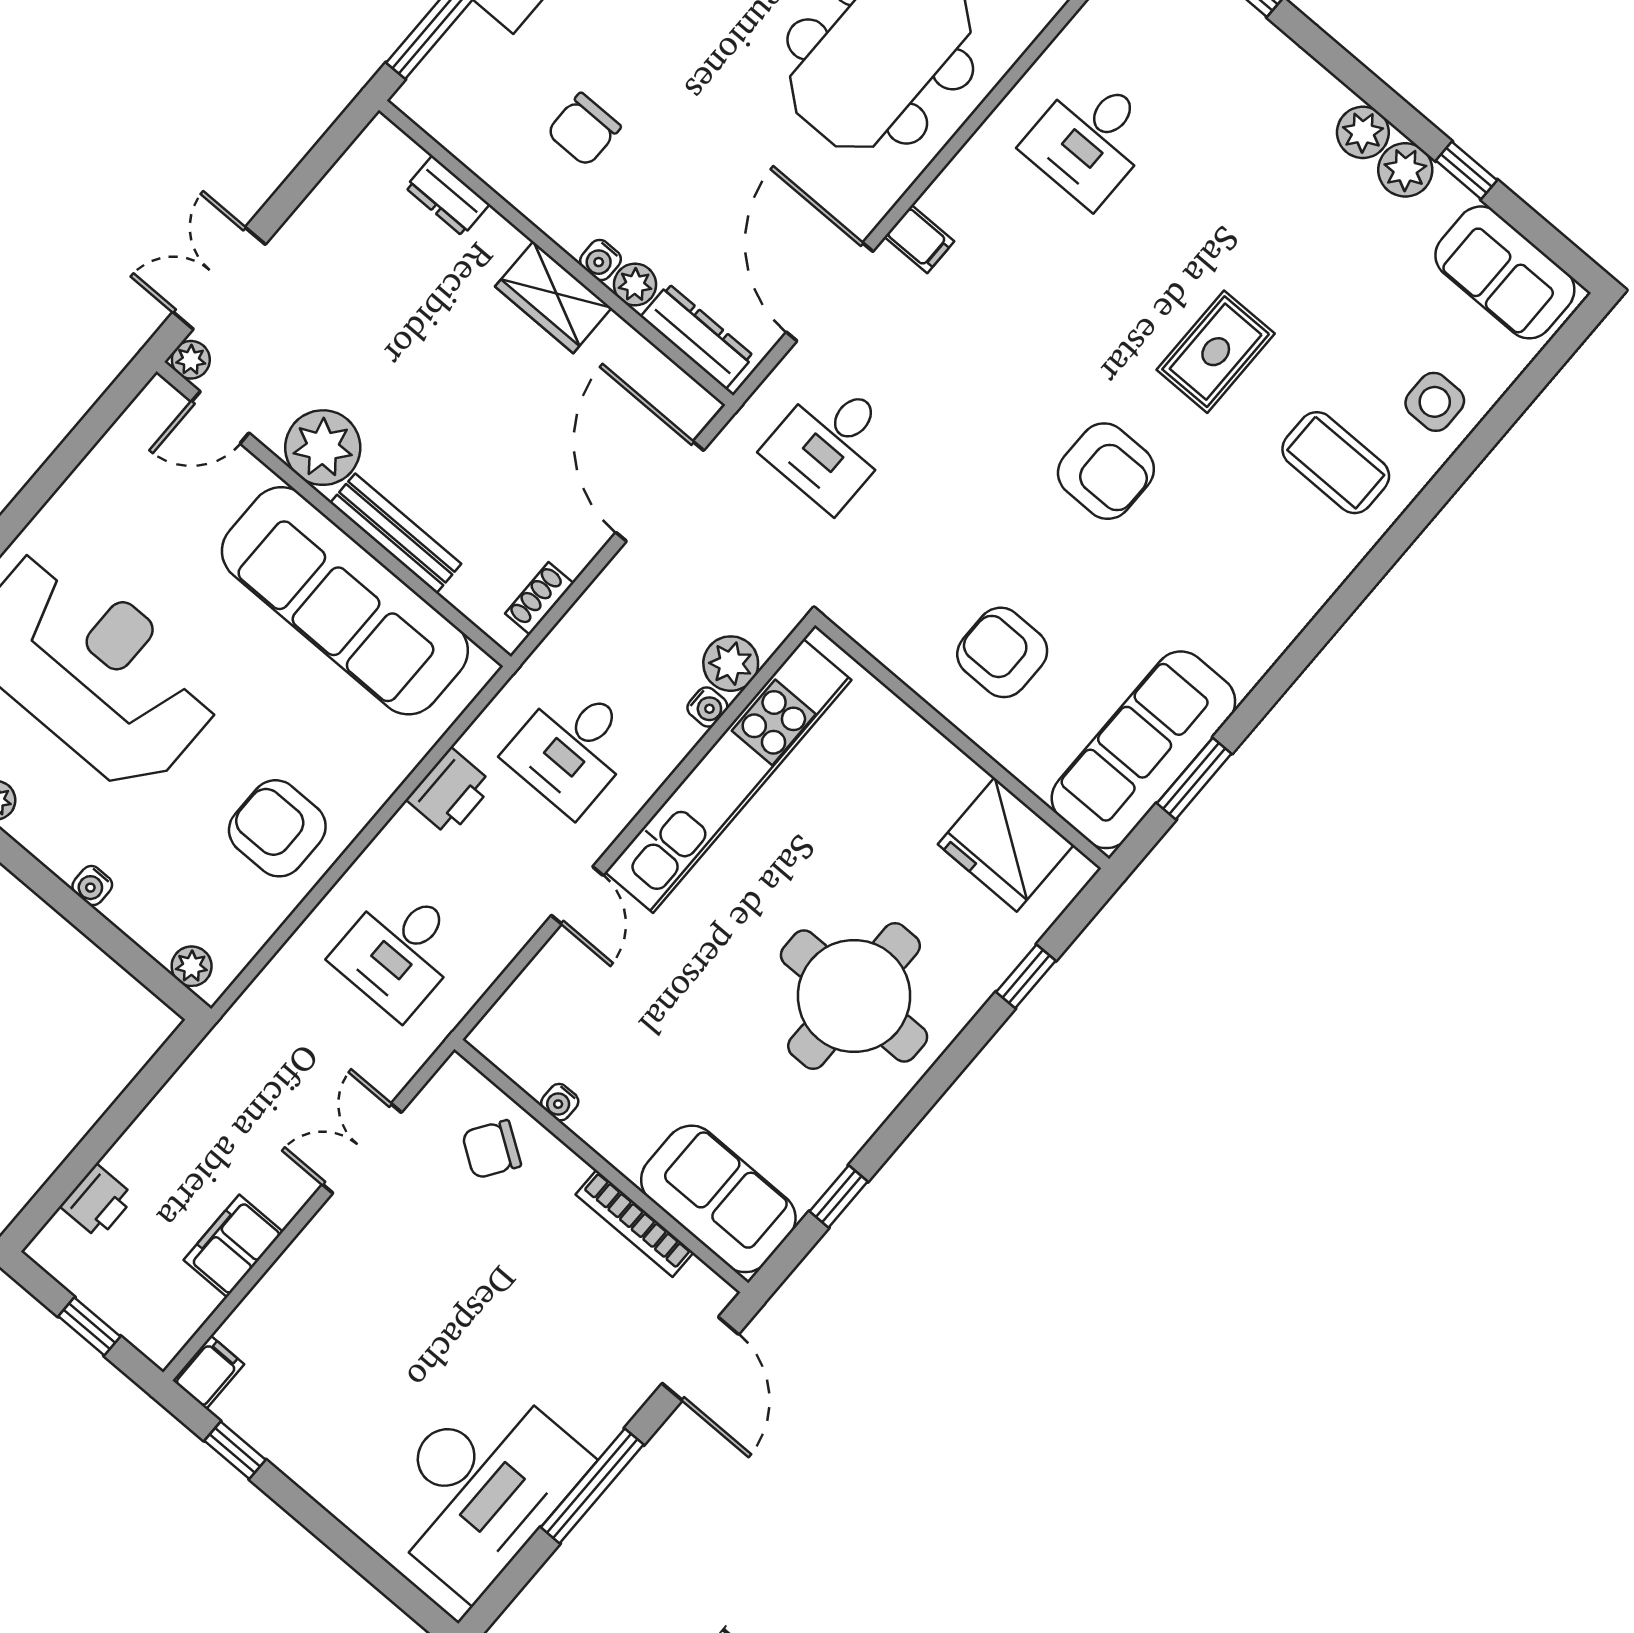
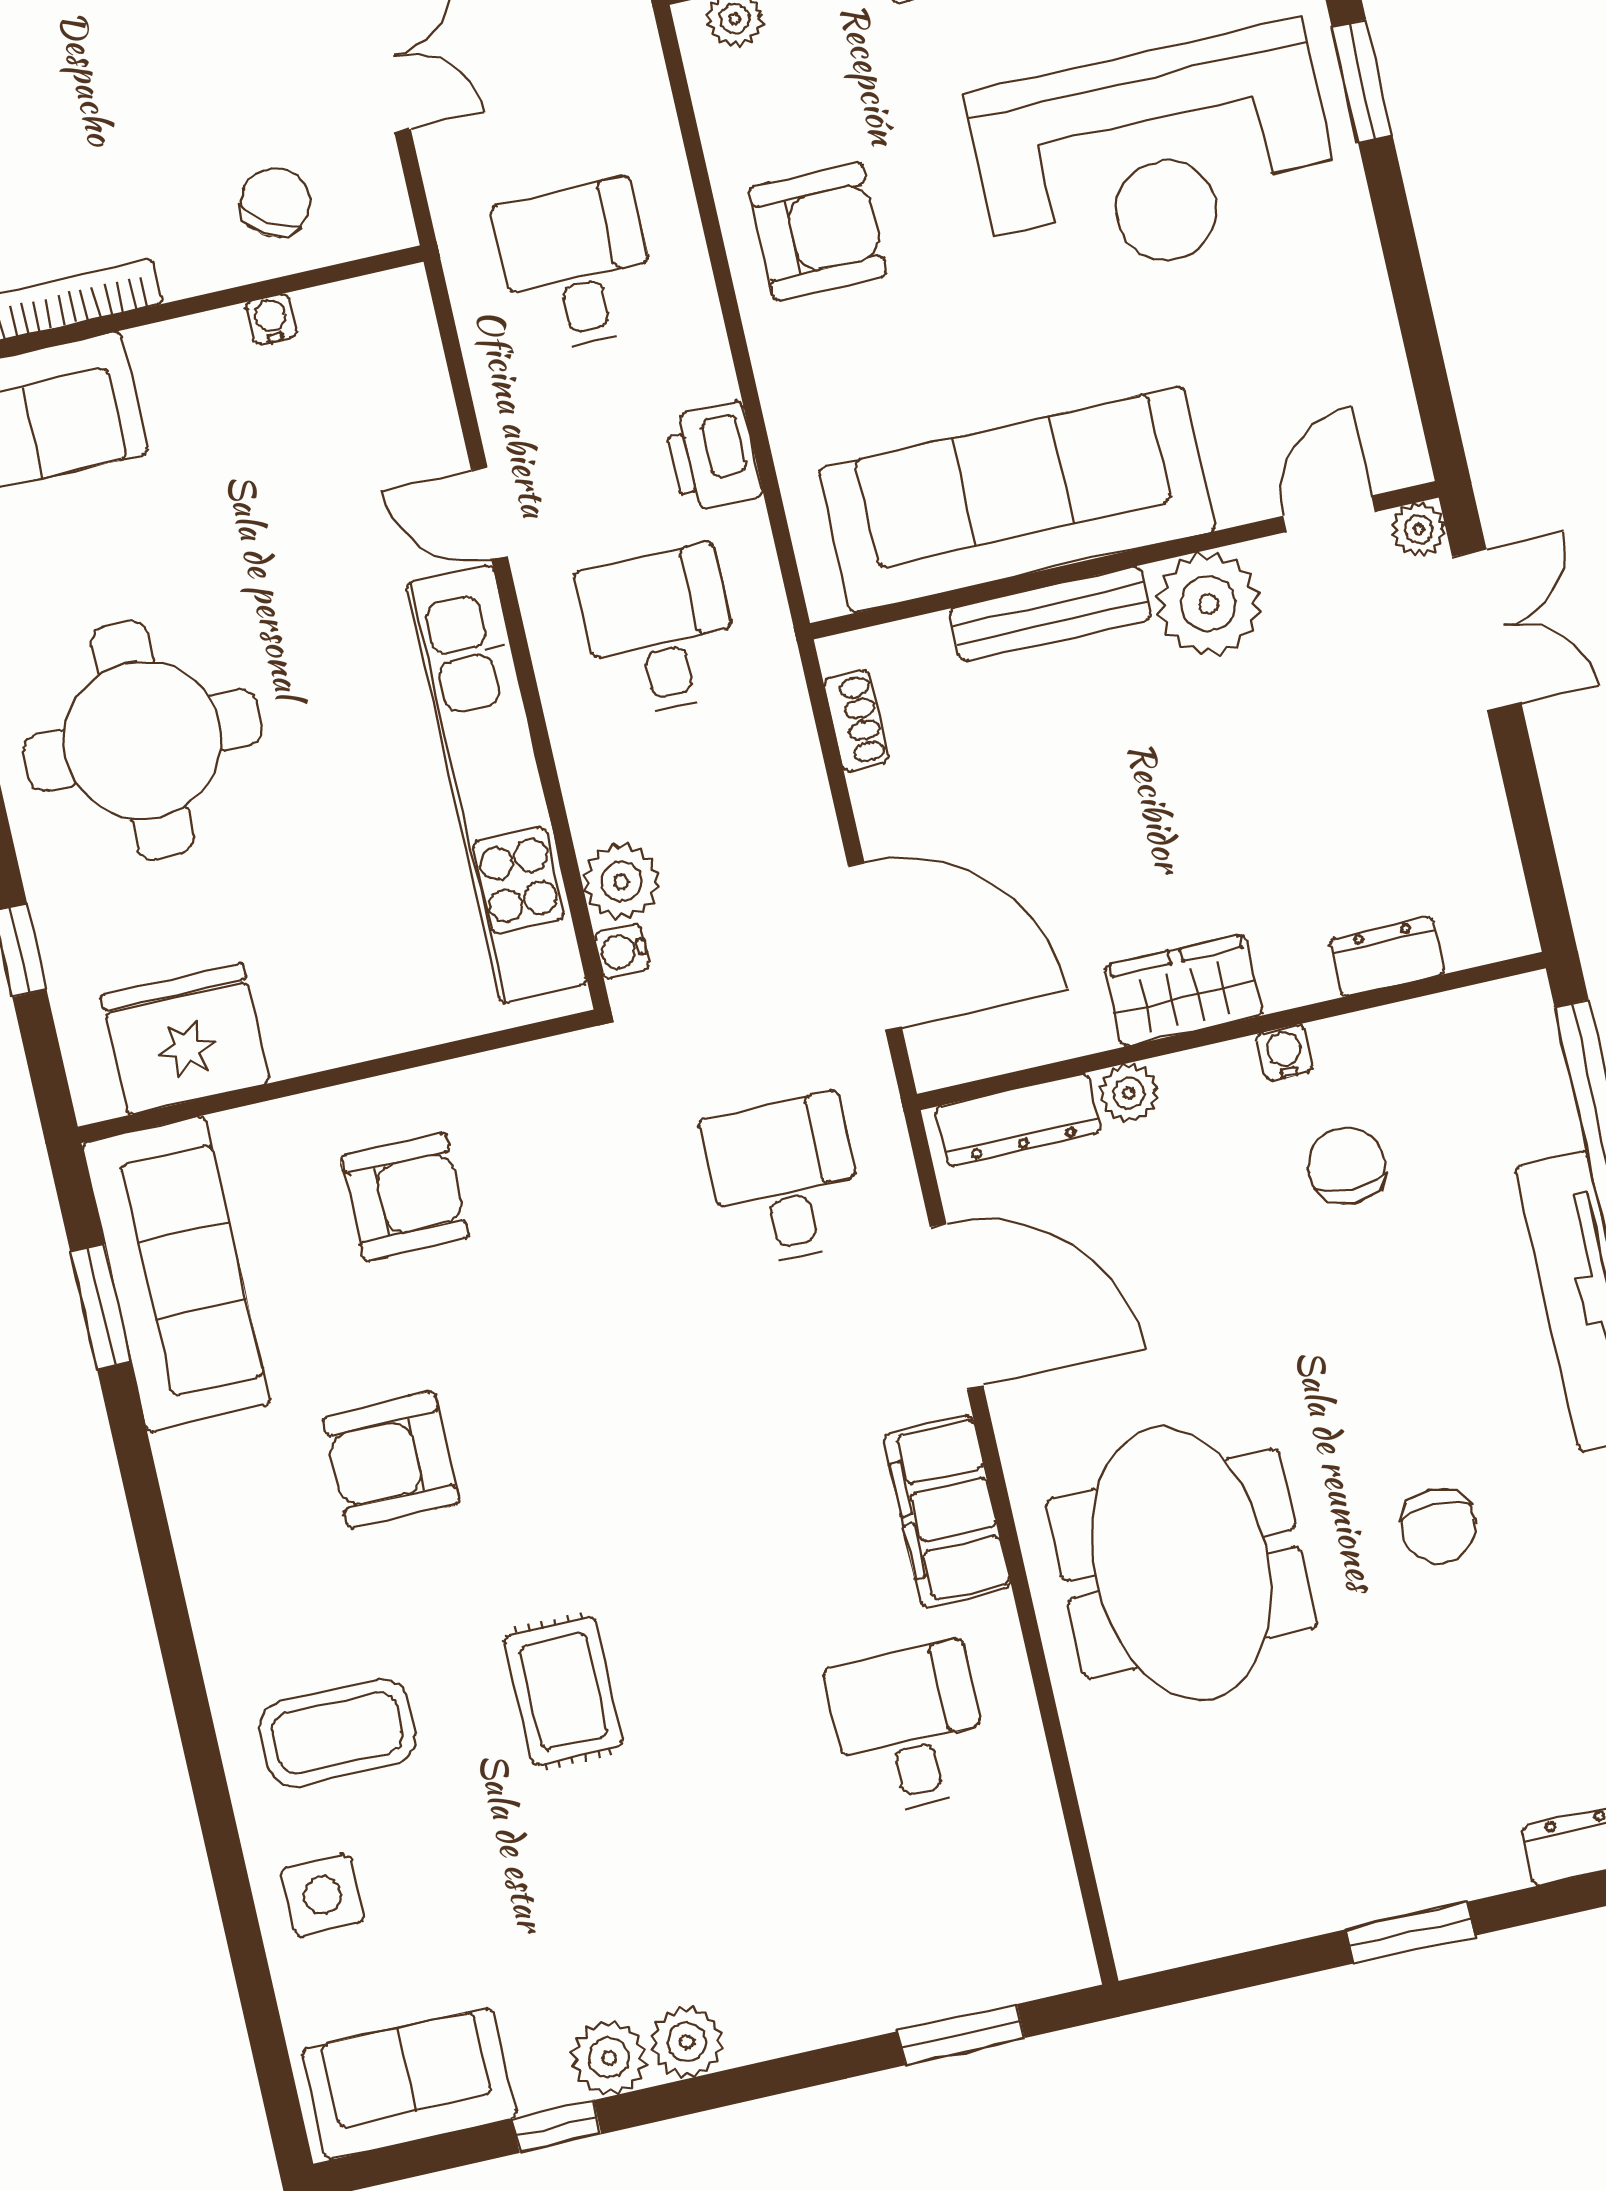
filing cabinet: (919, 239) -> (947, 1511), width x3.00, depth x1.17
water cooler: (600, 260) -> (1285, 1053), moved
armchair: (1106, 471) -> (391, 1460), moved
water cooler: (707, 707) -> (622, 951), moved

